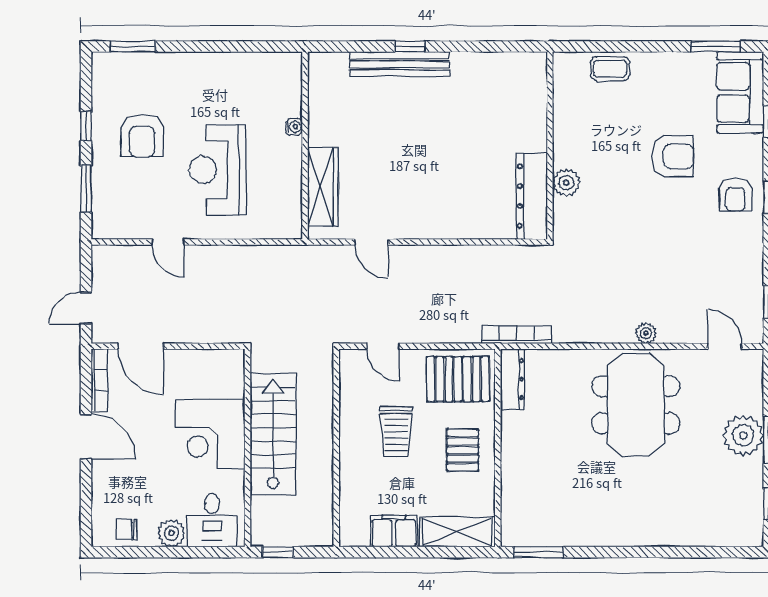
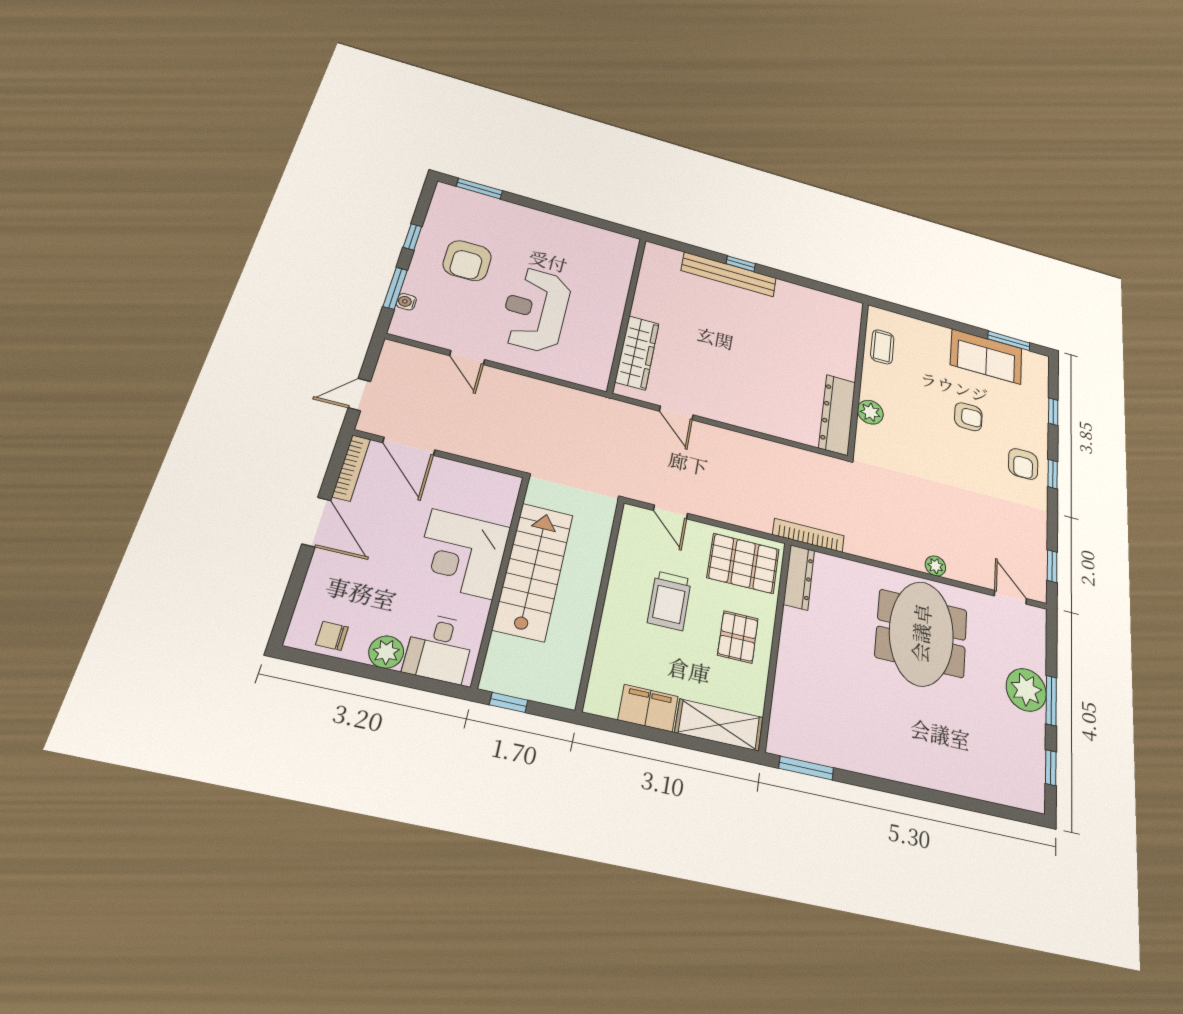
coffee table: (610, 69) -> (882, 347), moved, turned 90
sofa: (740, 92) -> (986, 356), moved, turned -90
water cooler: (294, 127) -> (406, 302), moved, turned 180
armchair: (673, 156) -> (968, 417), width x0.72, depth x0.72

